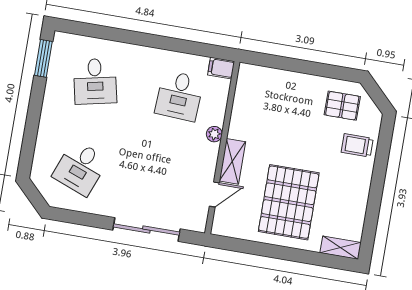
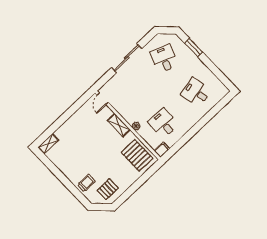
window: (43, 58) -> (194, 48), moved
door: (214, 195) -> (103, 99), moved
pallet: (289, 202) -> (137, 155), moved, width x0.73, depth x0.71
sliding door: (146, 230) -> (127, 58), moved

